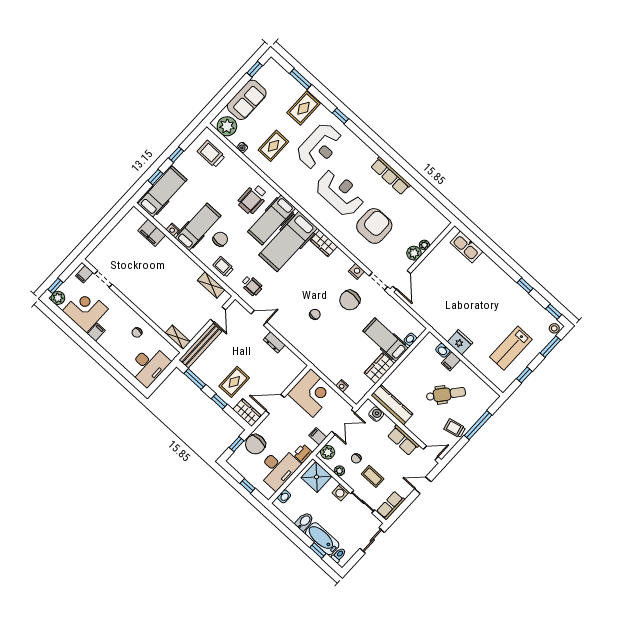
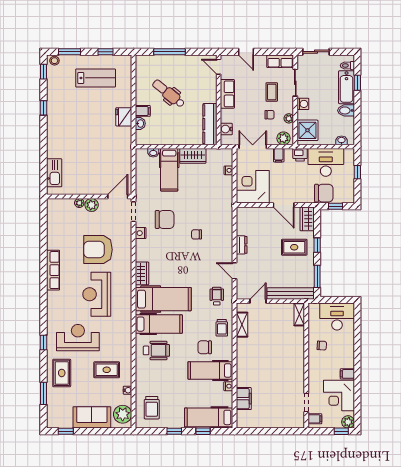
rug: (303, 108) -> (62, 373), turned 90
trolley: (455, 428) -> (186, 66), removed

